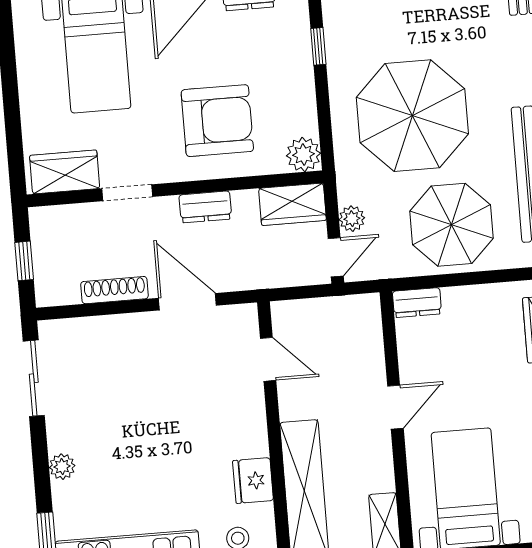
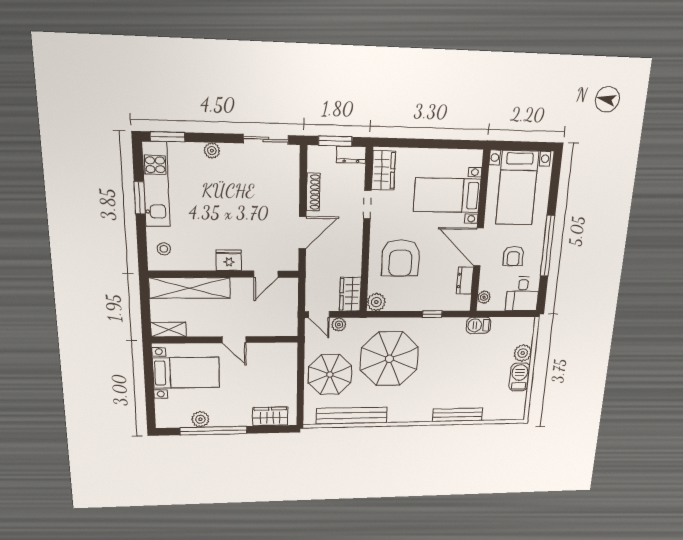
dresser: (205, 207) -> (351, 155), moved, turned -90
window: (24, 261) -> (335, 141), width x1.50
dresser: (417, 303) -> (290, 354), removed
fridge: (253, 481) -> (229, 260), moved

